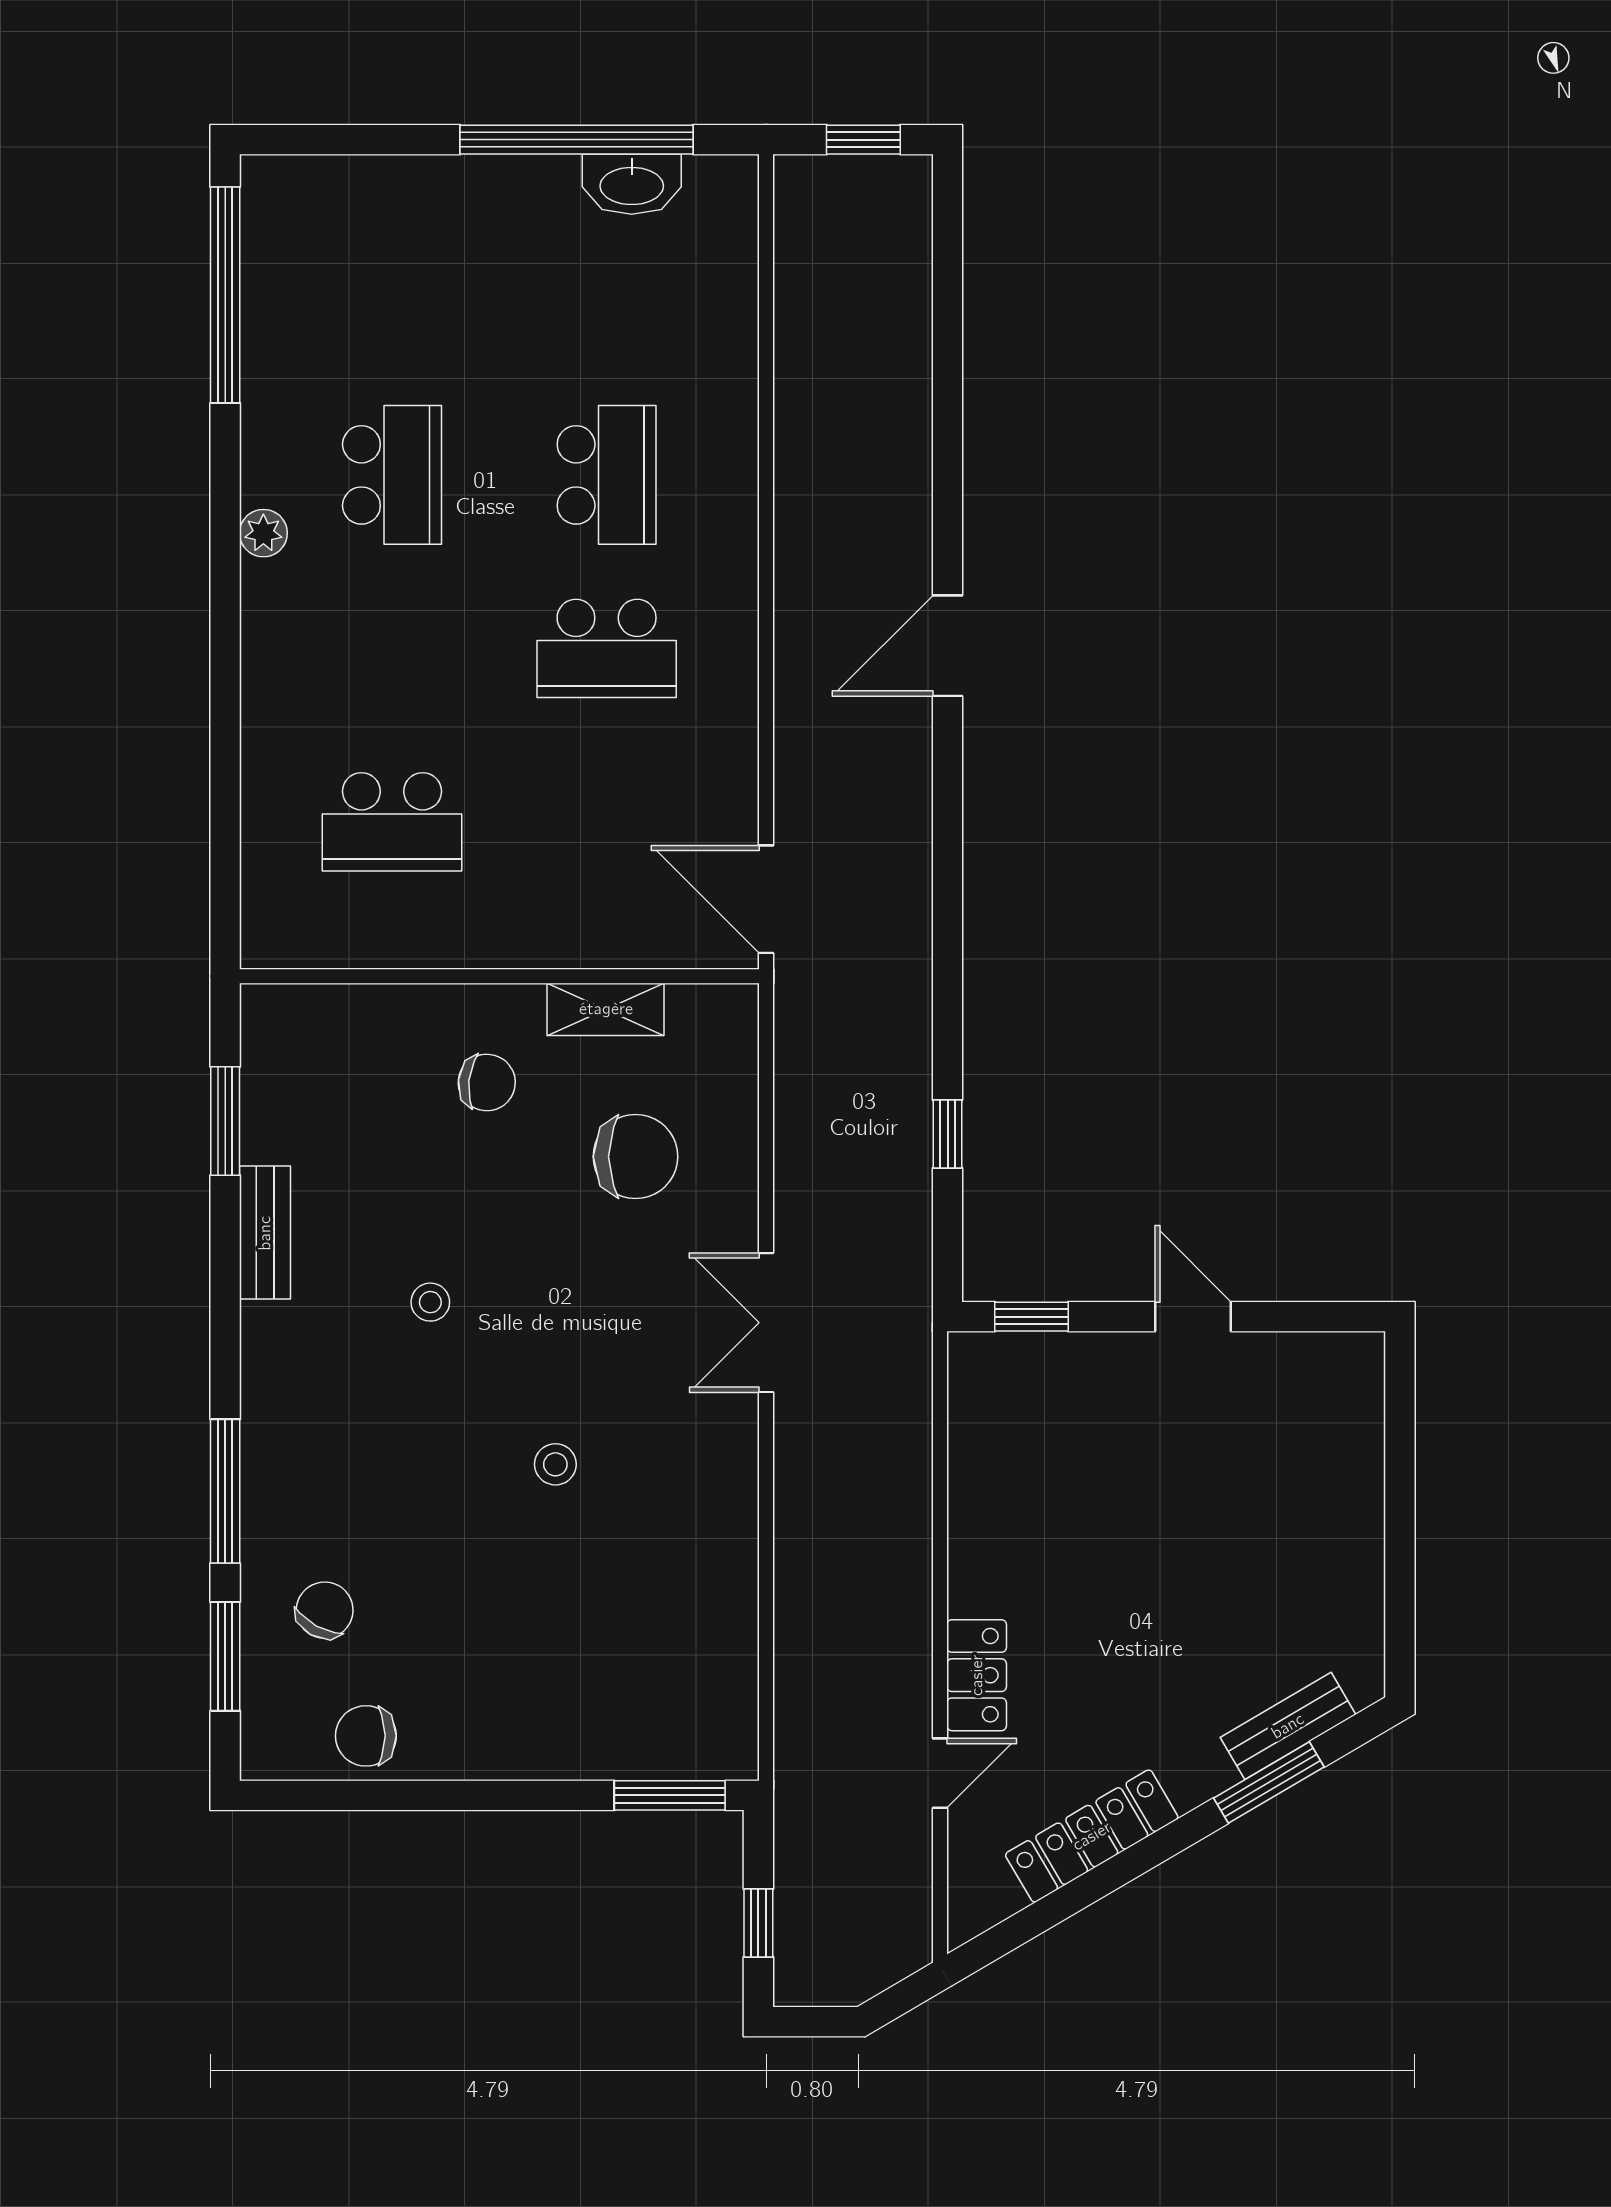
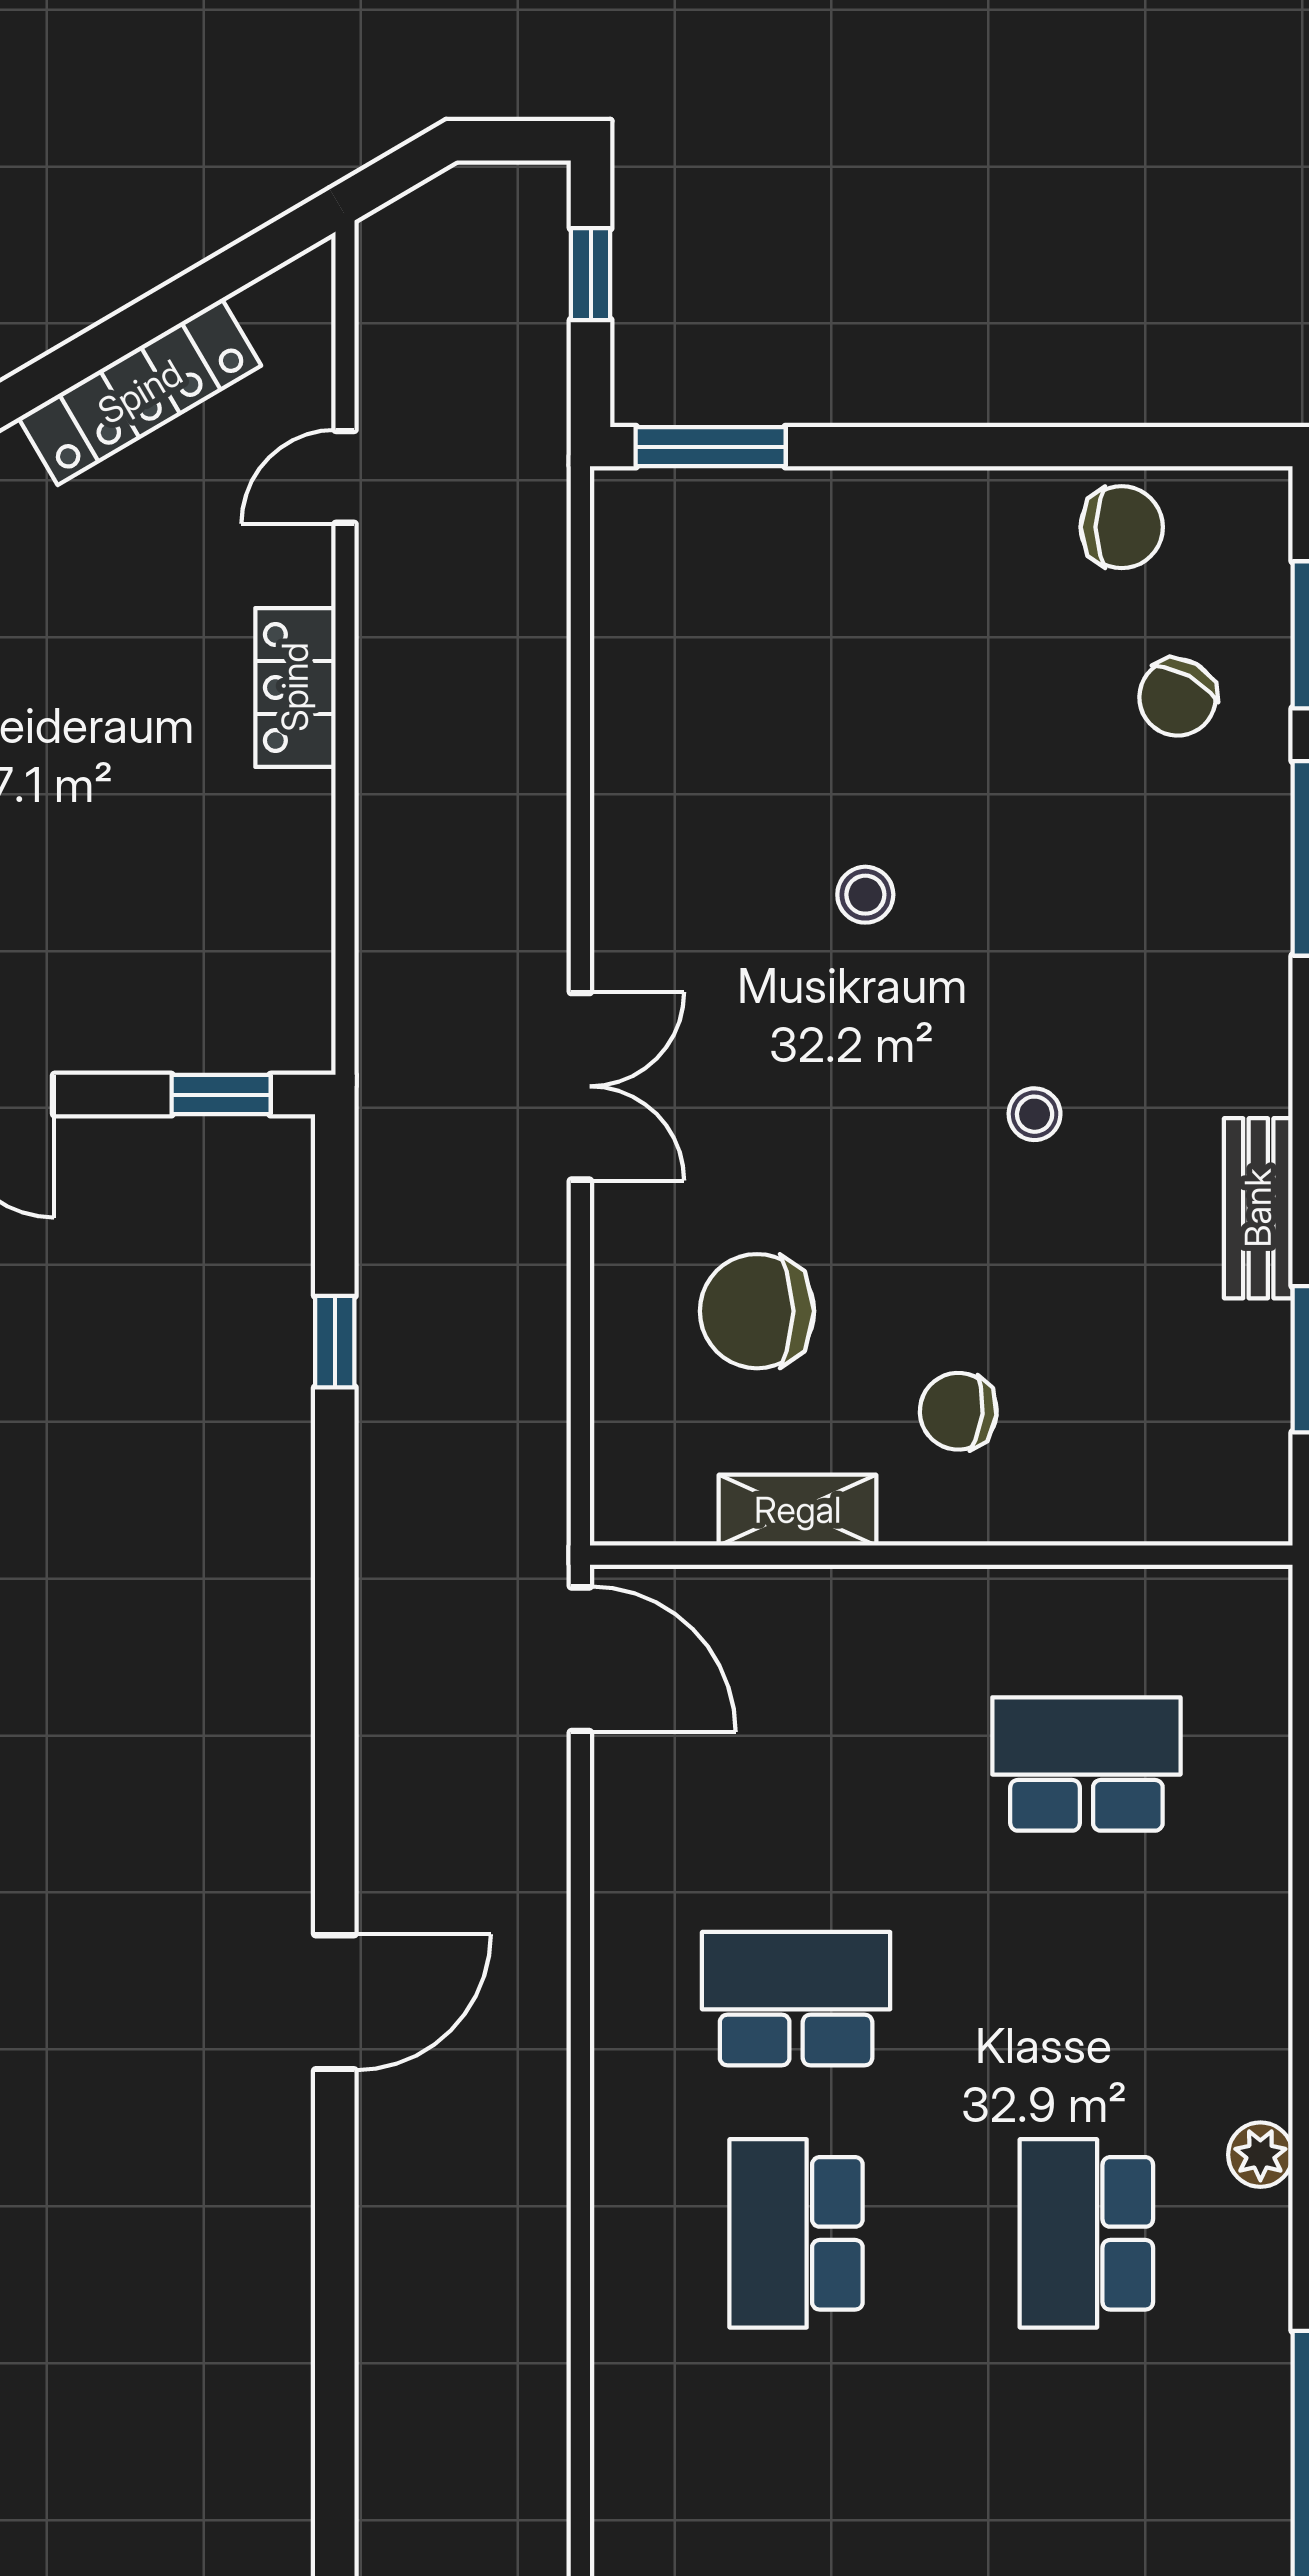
locker: (977, 1675) -> (295, 687), moved

